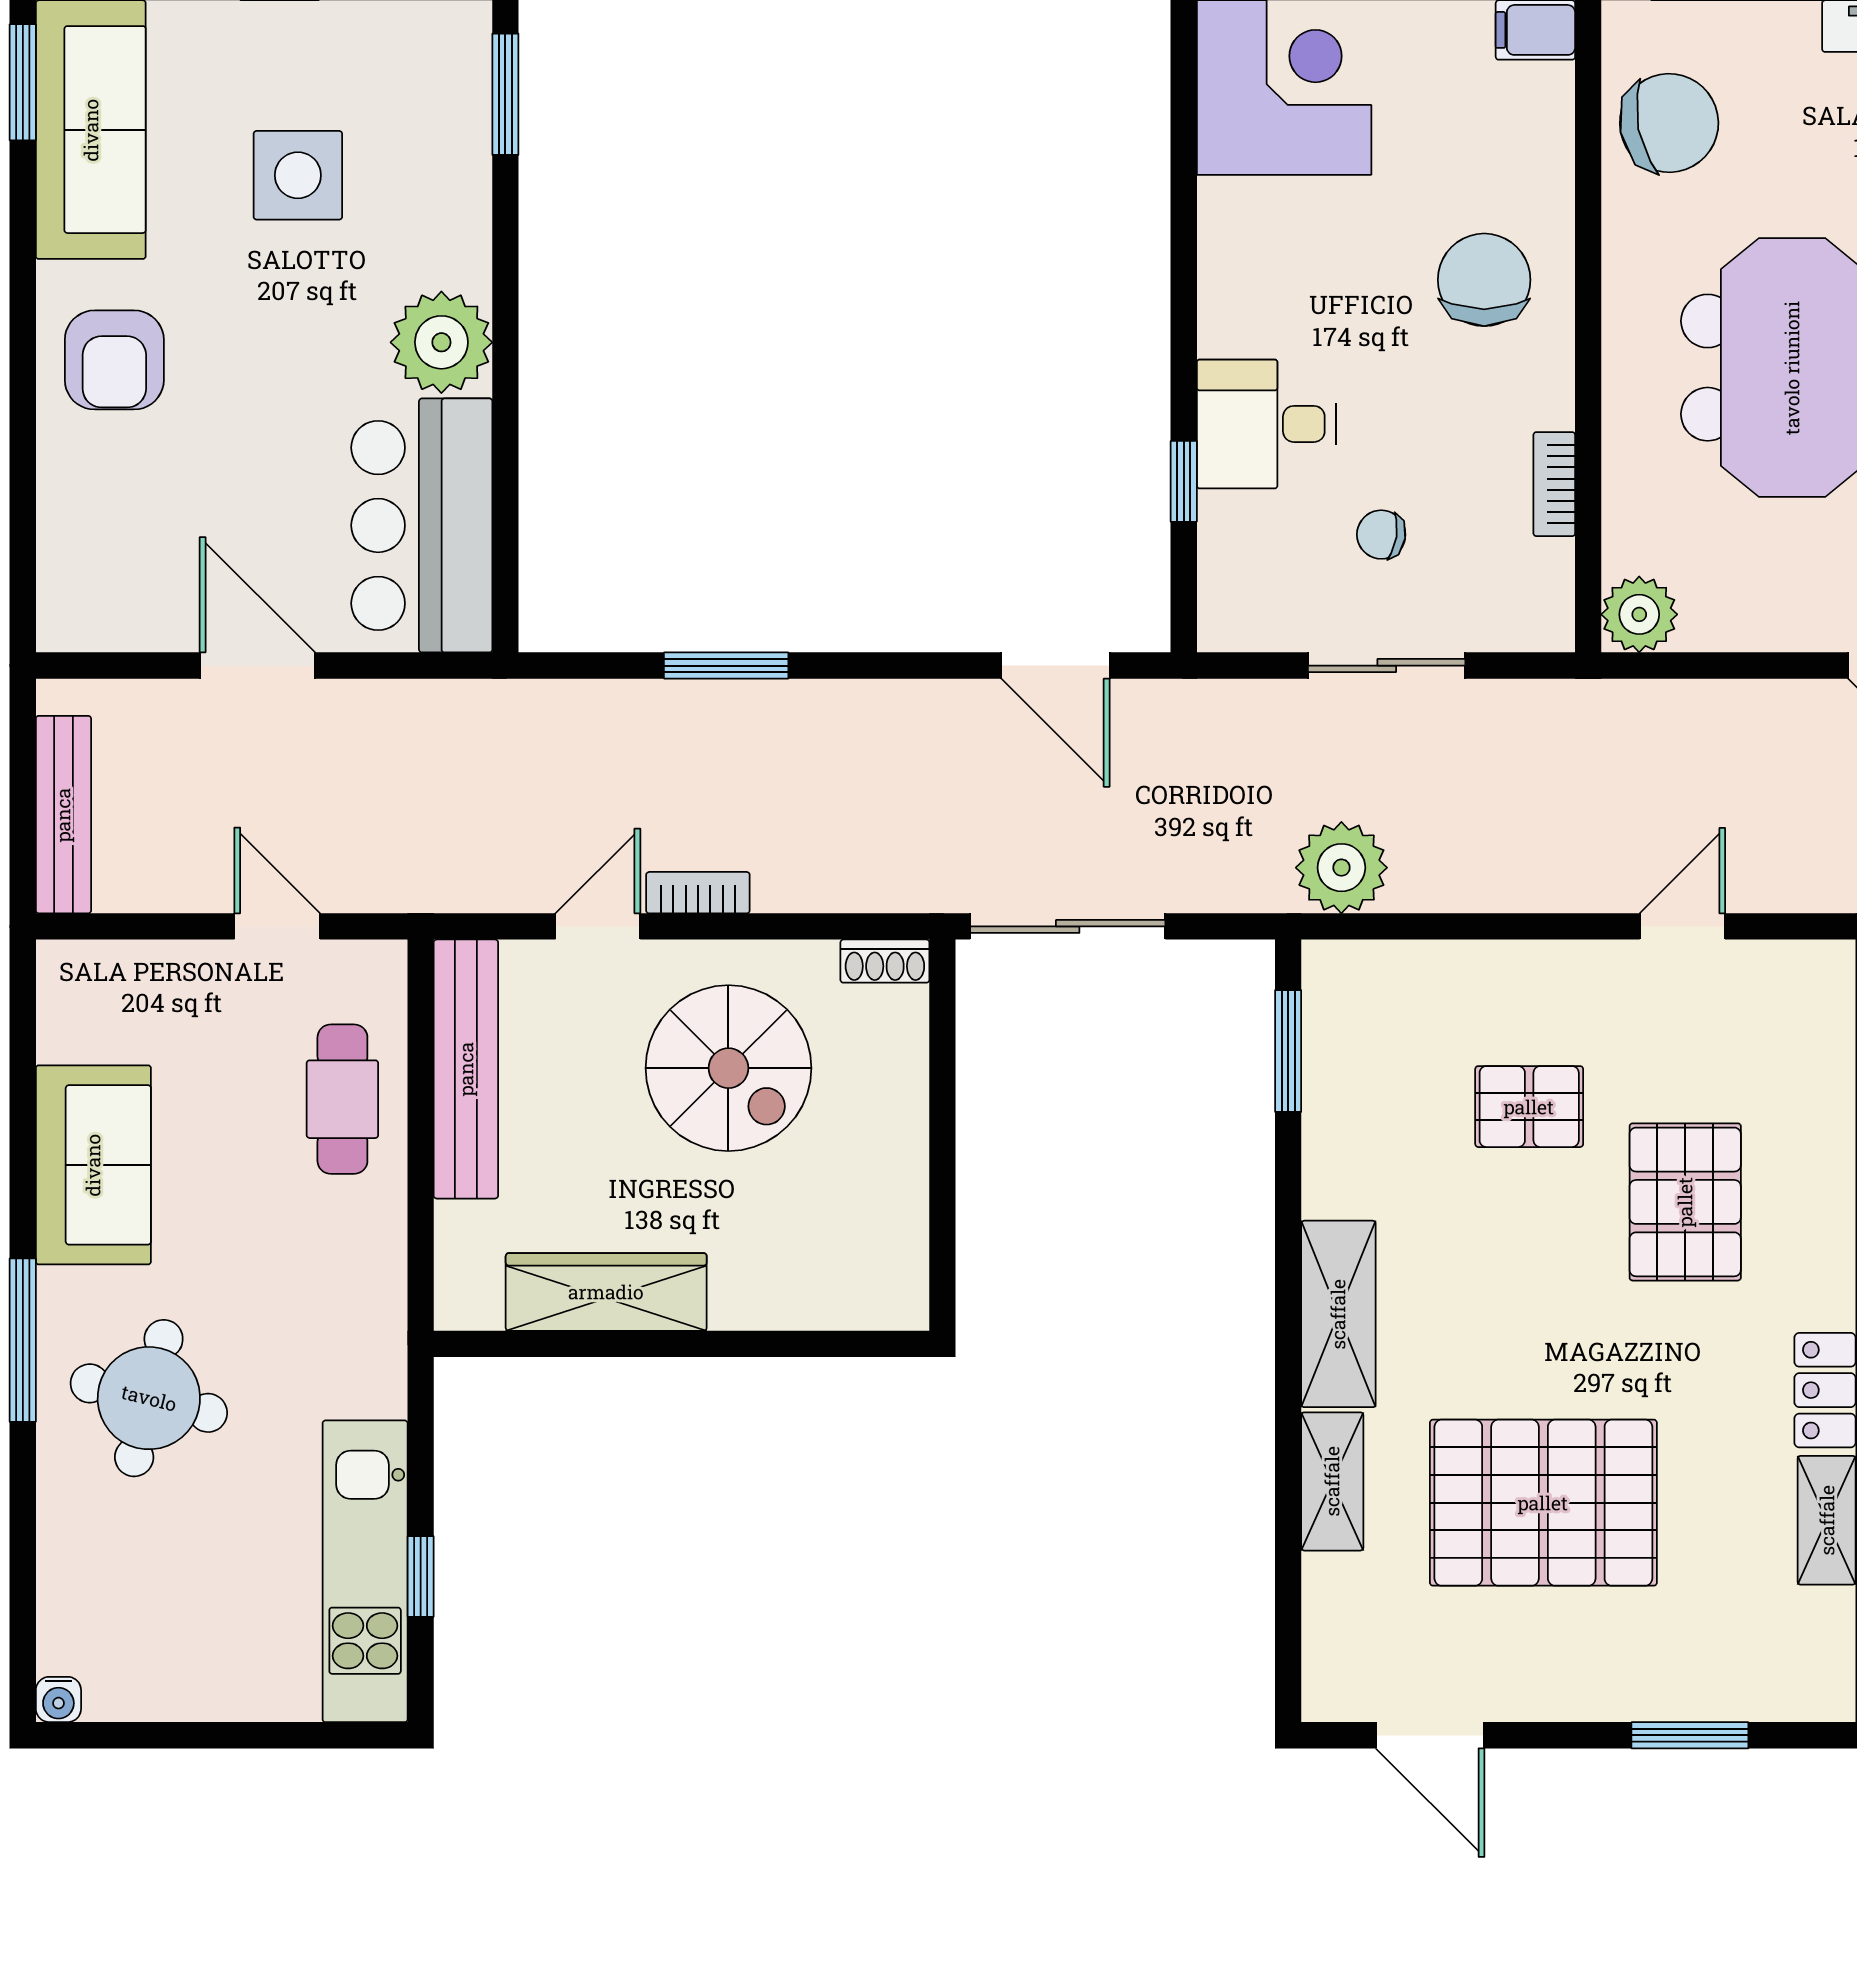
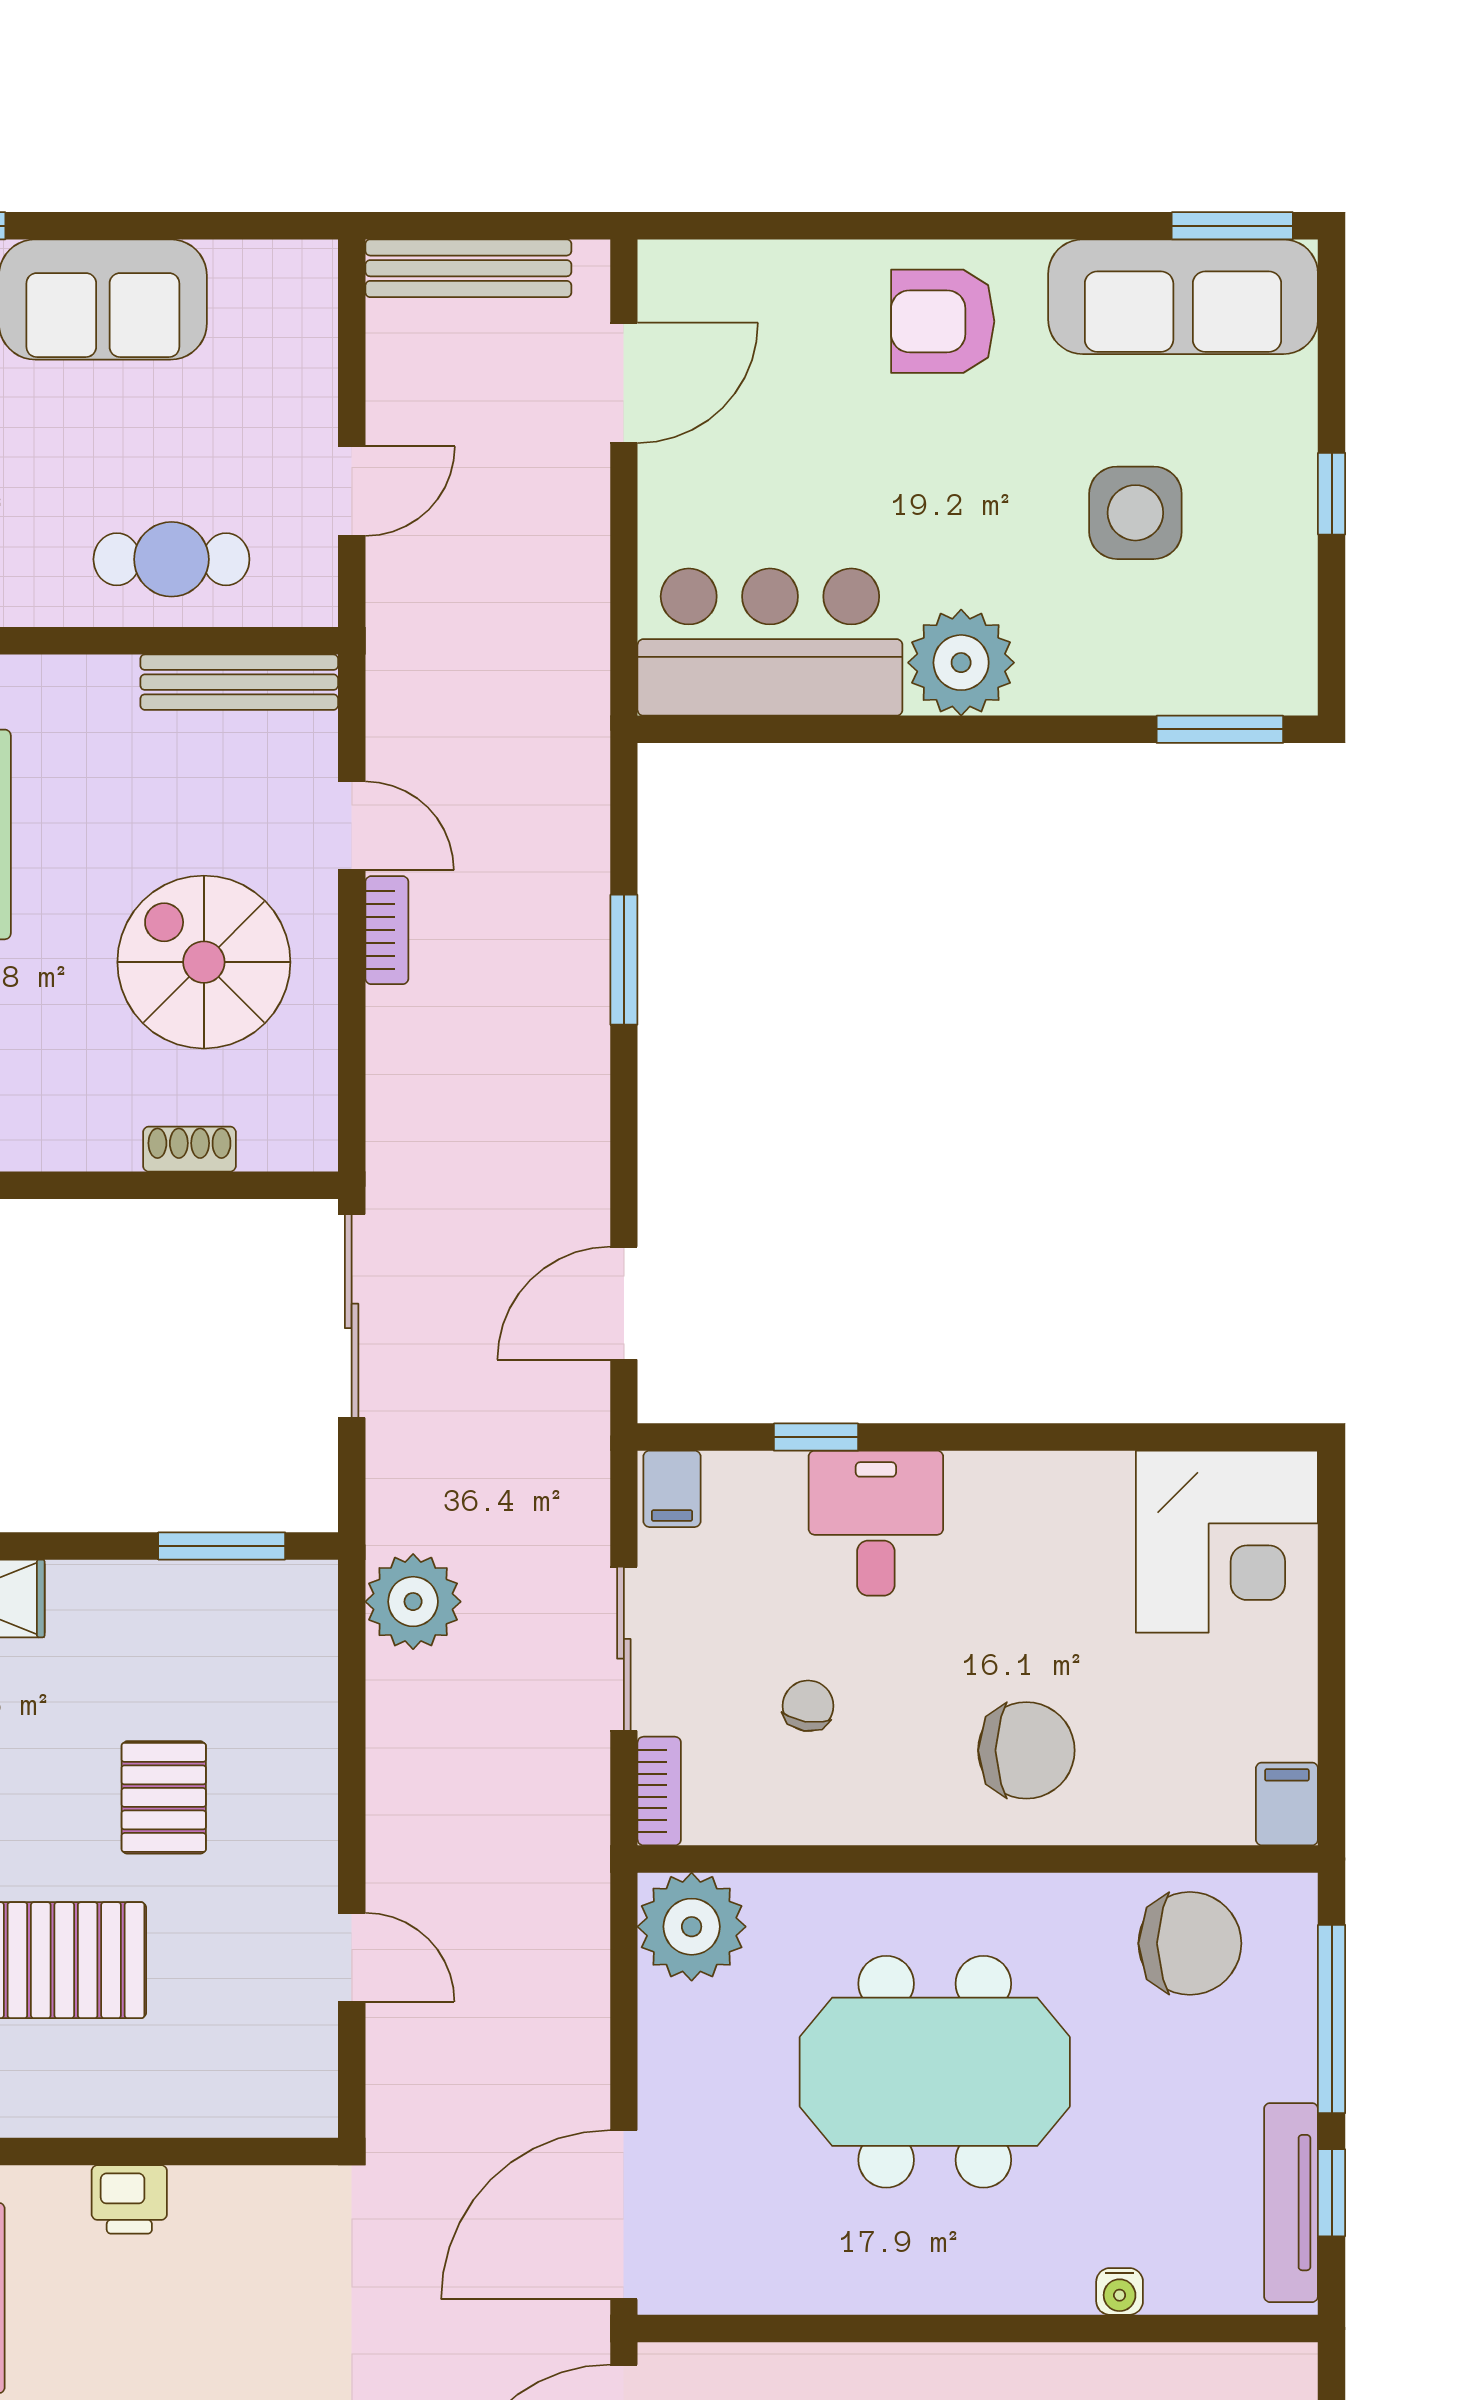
chair: (1669, 123) -> (1190, 1943), turned -79
bookcase: (1554, 484) -> (659, 1791), moved, turned 90
chair: (1381, 535) -> (808, 1706), moved
plant: (1639, 614) -> (692, 1927), width x1.36, depth x1.36
filing cabinet: (1233, 619) -> (672, 1489), added
door: (257, 666) -> (624, 383), moved
shoe rack: (885, 961) -> (189, 1149), moved, turned 90
spiral stairs: (728, 1068) -> (204, 962), turned 90
bench: (466, 1069) -> (239, 682), width x0.73, depth x0.82

